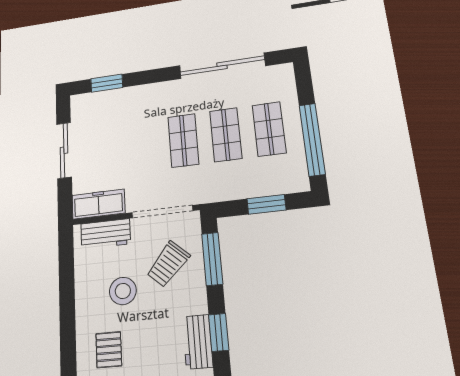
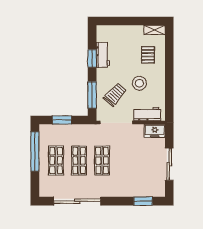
freezer: (98, 204) -> (155, 131), width x0.71

